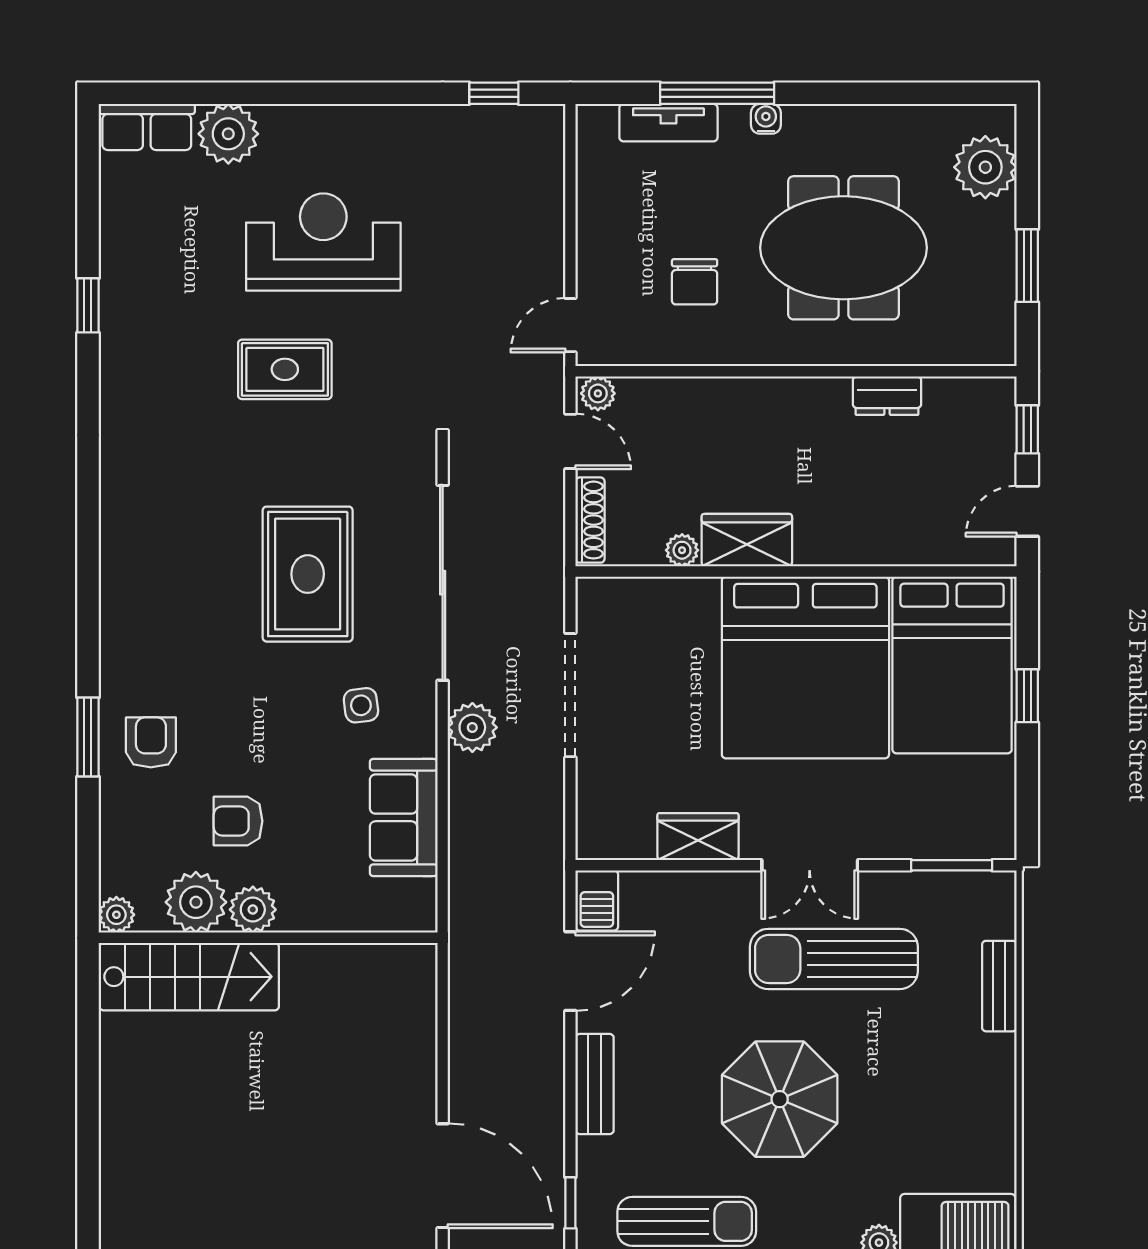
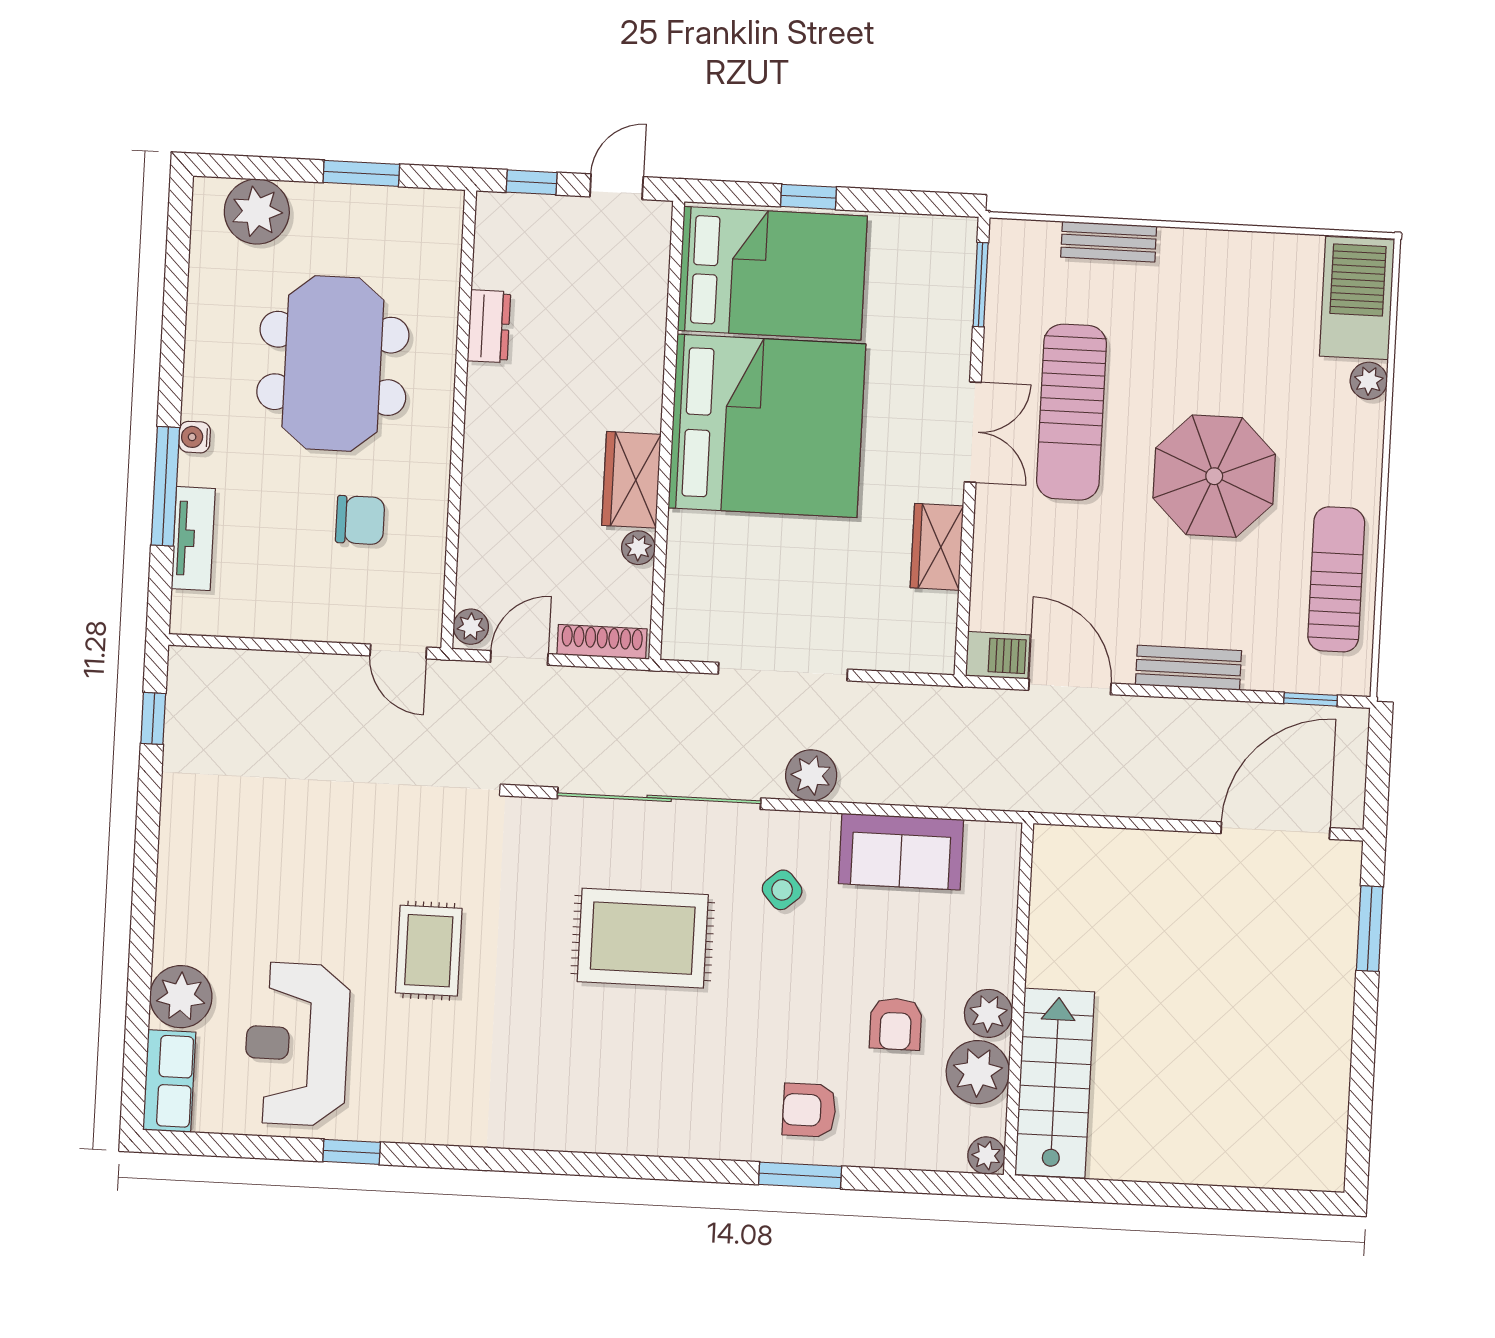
reception desk: (323, 242) -> (297, 1044), moved
door: (1027, 511) -> (617, 187), swing flipped
side table: (361, 705) -> (782, 890), turned -34

